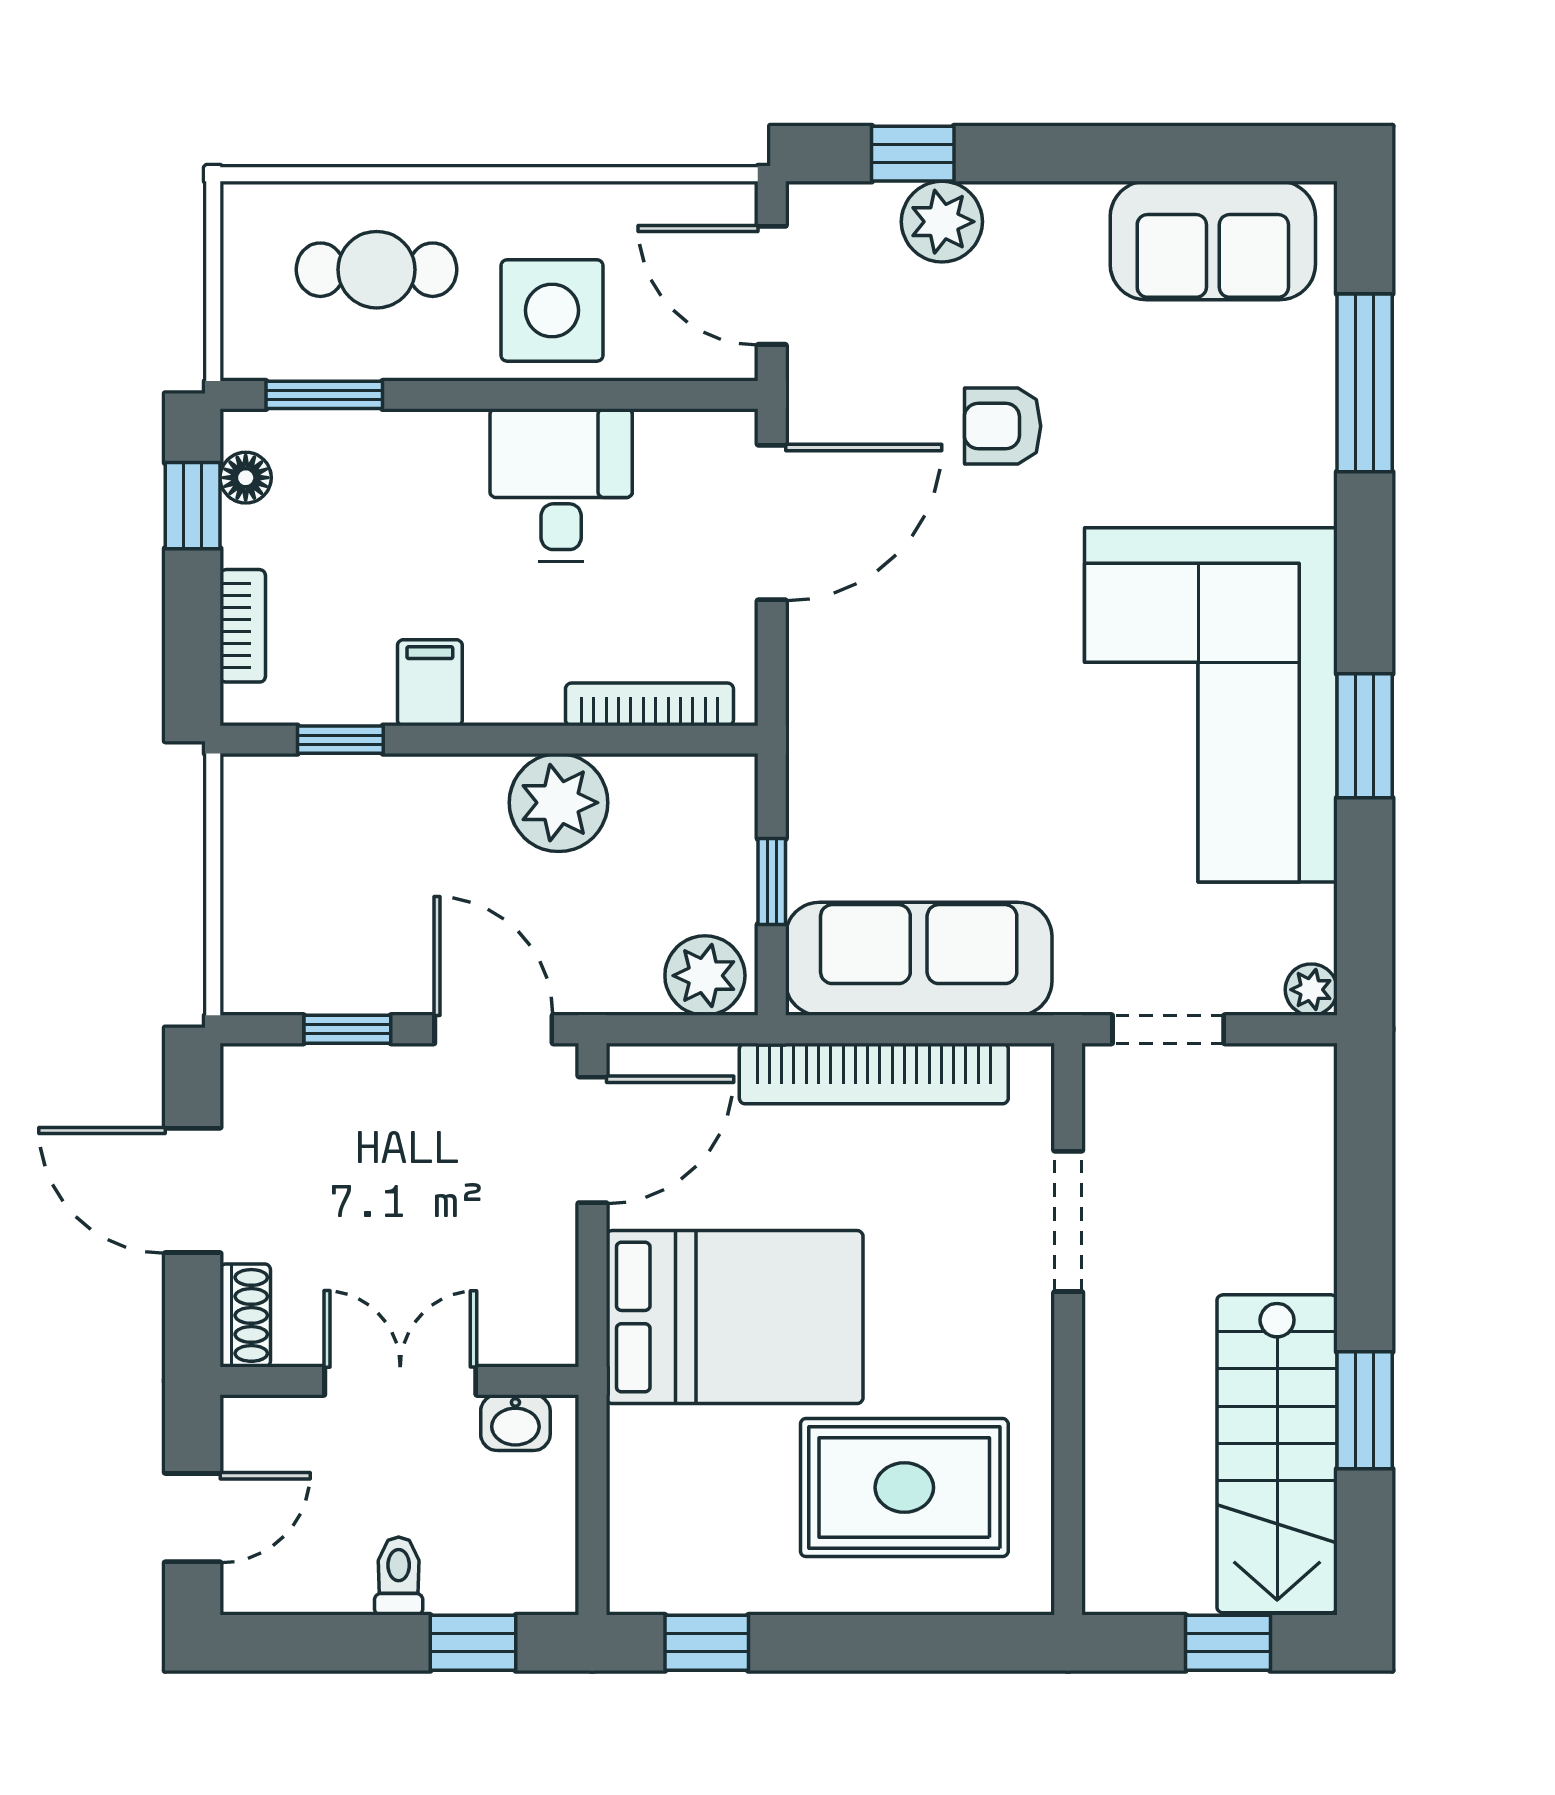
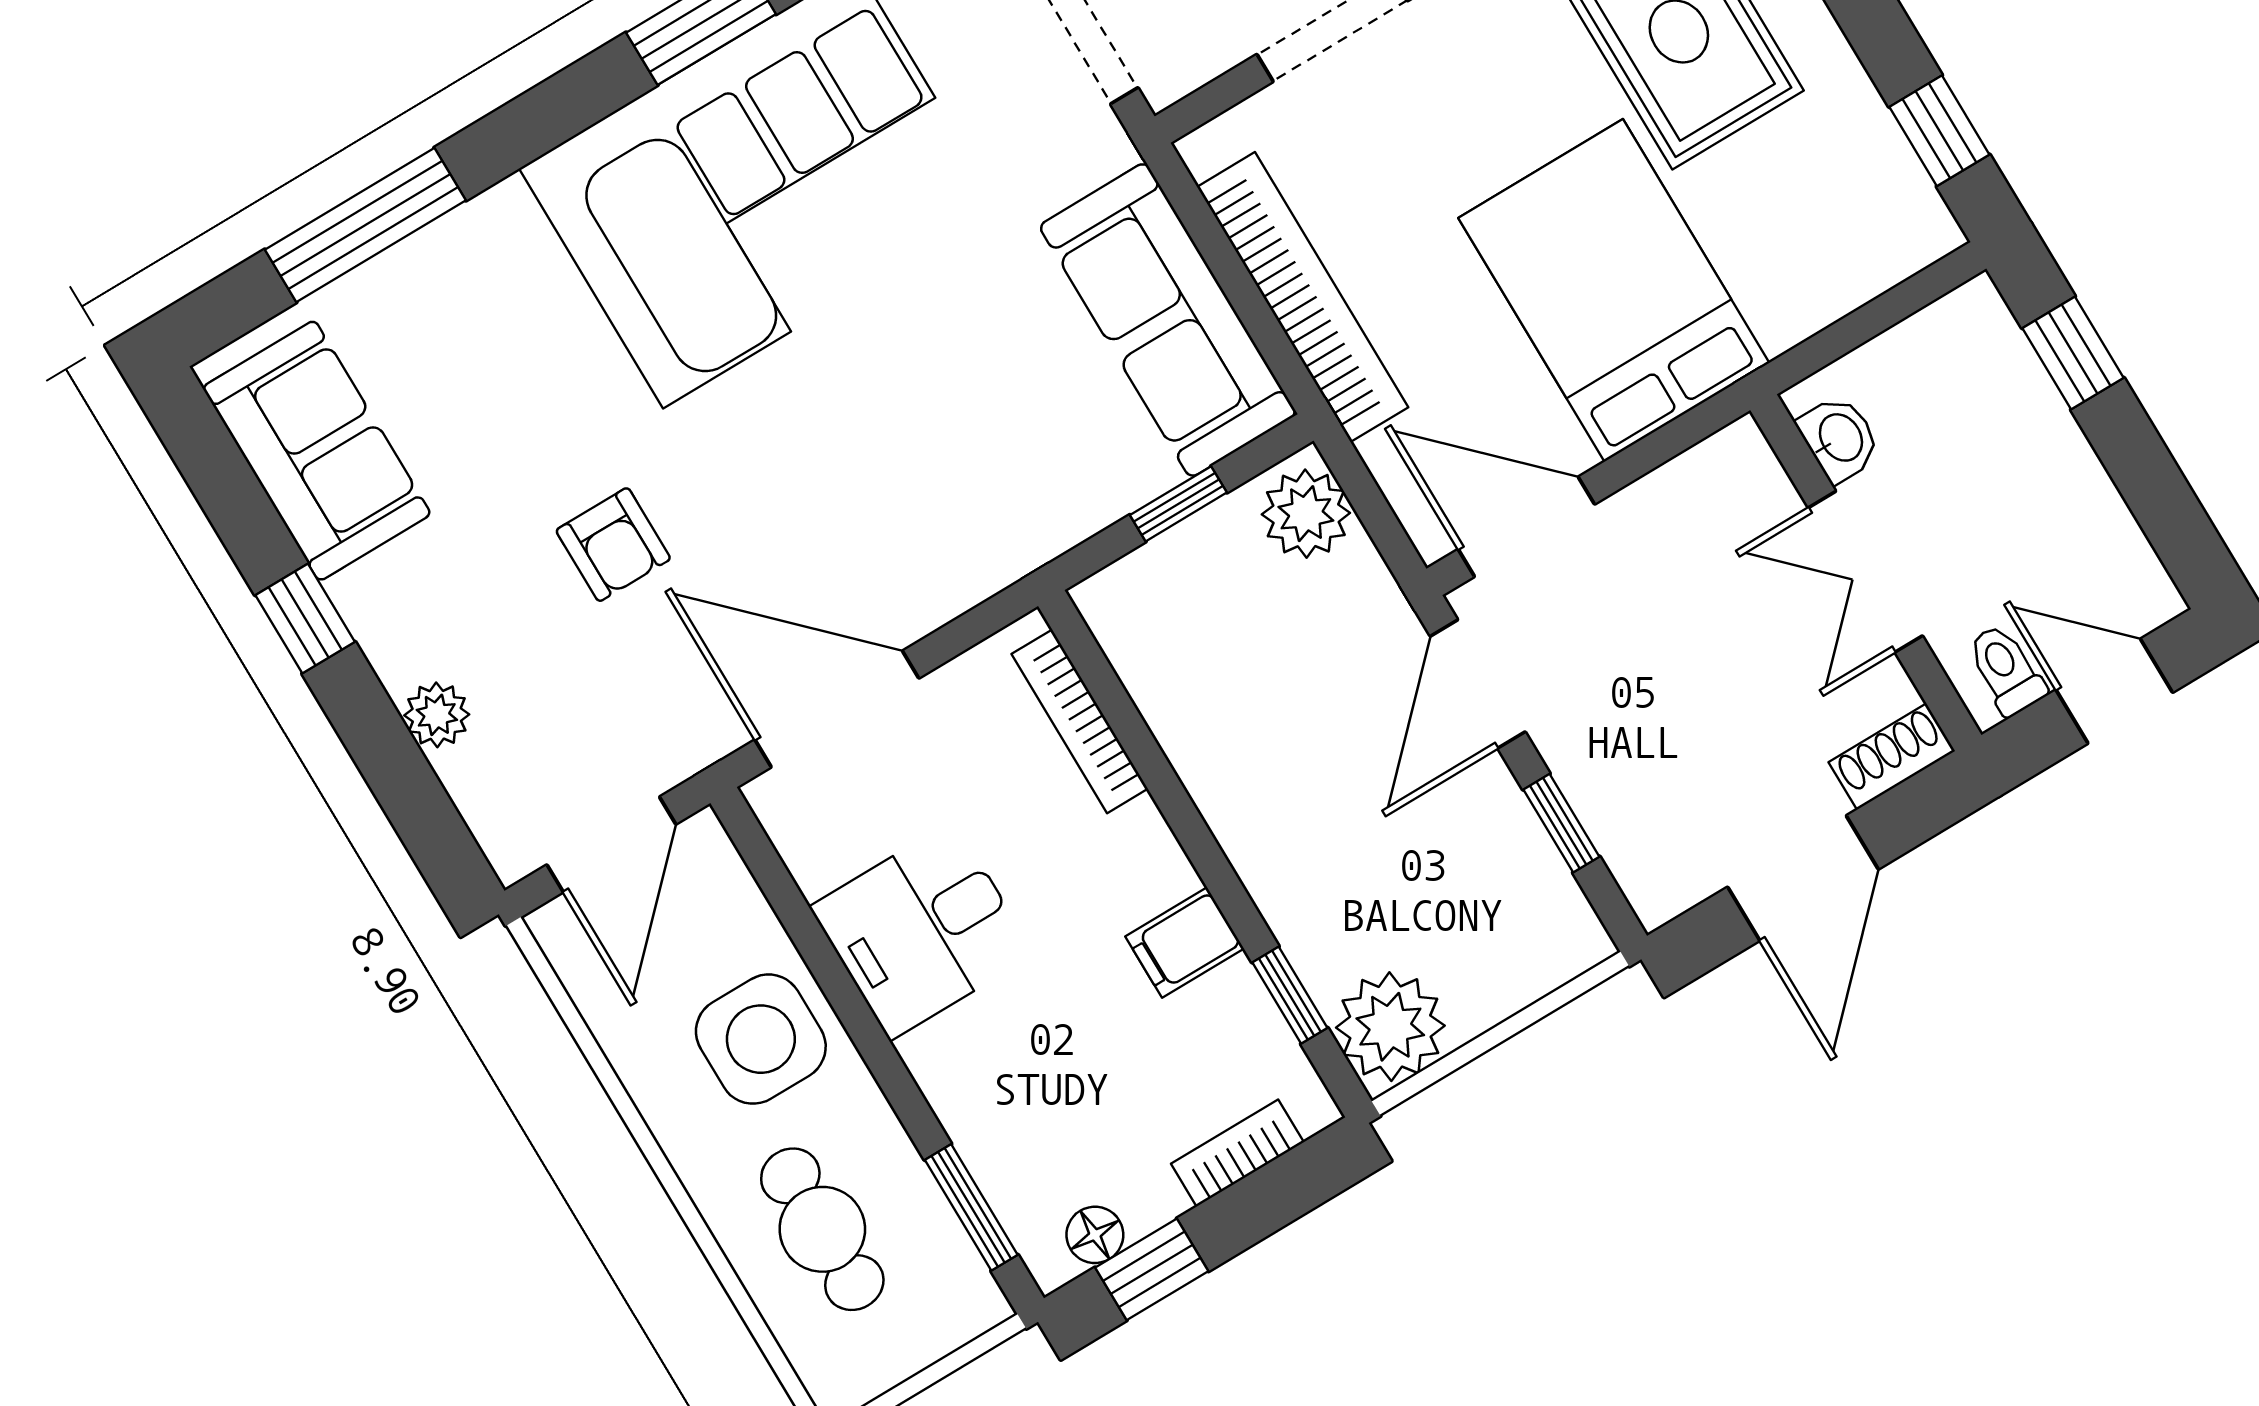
window: (913, 154) -> (305, 619), moved
plant: (942, 222) -> (437, 715), width x0.73, depth x0.73
plant: (559, 803) -> (1390, 1027), moved
toilet: (399, 1576) -> (2006, 670), moved, turned 90

